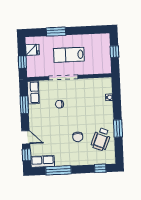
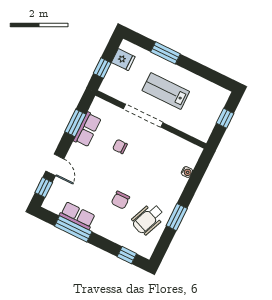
row of seats: (33, 92) -> (87, 130), moved
row of seats: (43, 161) -> (77, 216), moved

